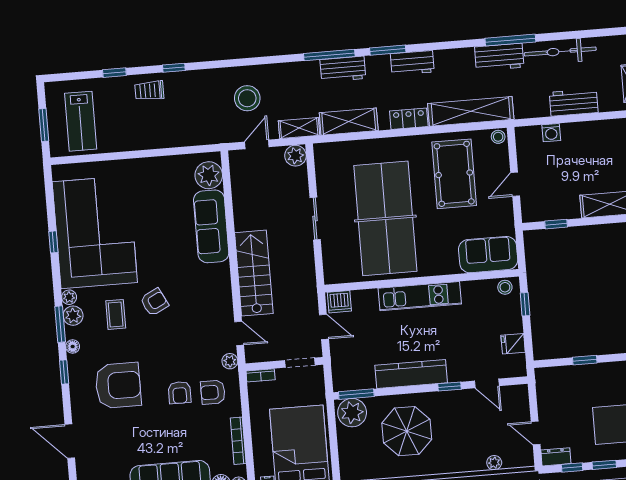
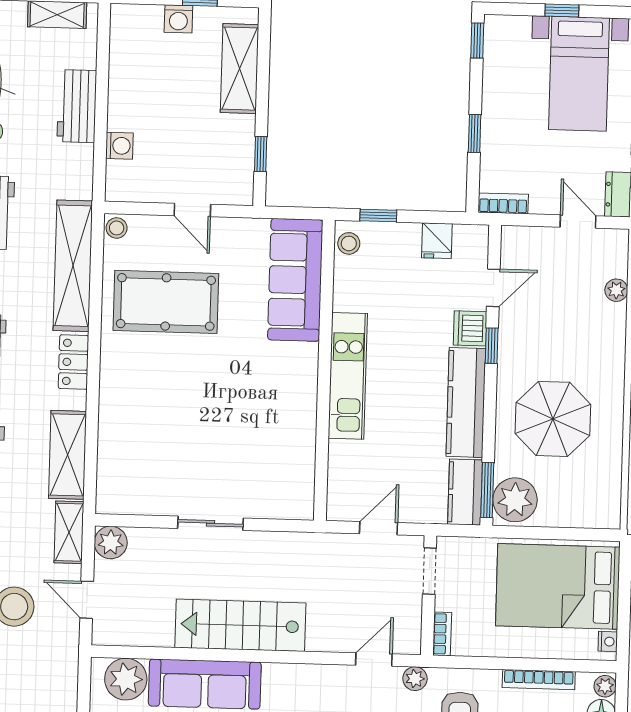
table tennis table: (385, 218) -> (223, 415), removed
sofa: (488, 255) -> (295, 280), width x1.36
stairs: (254, 273) -> (240, 625), moved
dishwasher: (339, 302) -> (470, 328), moved, turned 180
kitchen counter: (353, 380) -> (465, 492), added
bookcase: (542, 384) -> (503, 203), added
door: (536, 433) -> (578, 221), swing flipped

